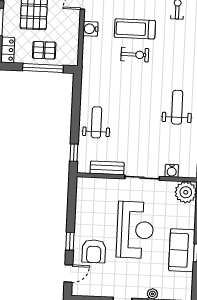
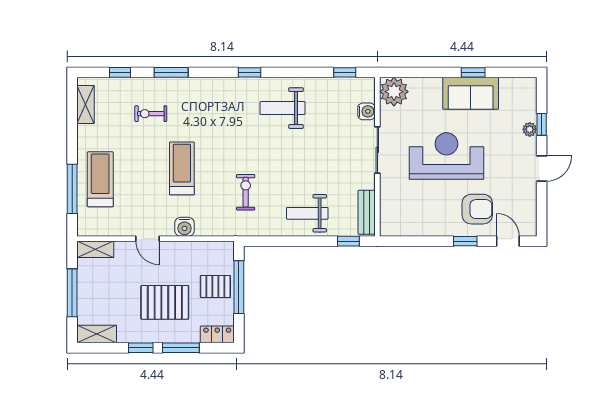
treadmill: (135, 29) -> (182, 168), turned 180
pallet: (44, 50) -> (215, 287), turned 90
exercise bike: (135, 55) -> (246, 192), moved
bench: (107, 168) -> (367, 212), moved

